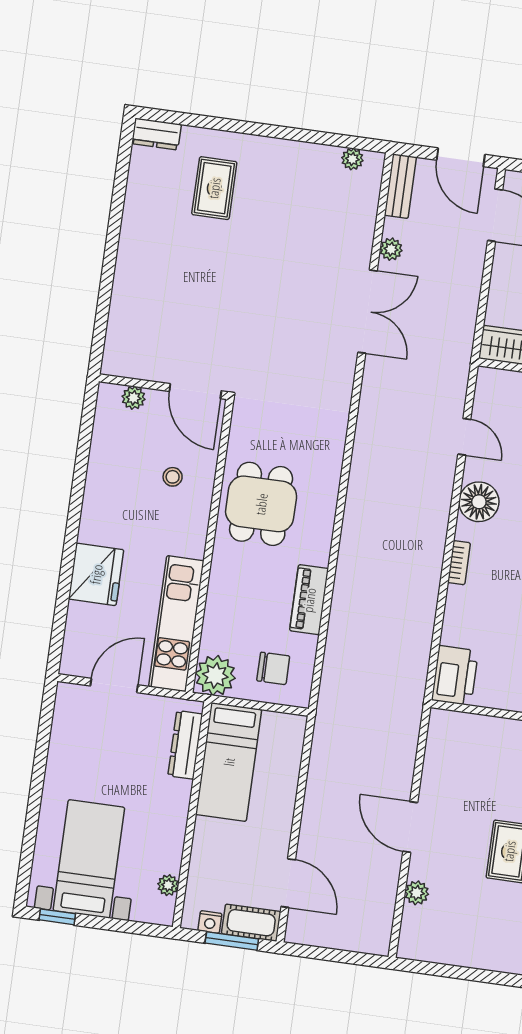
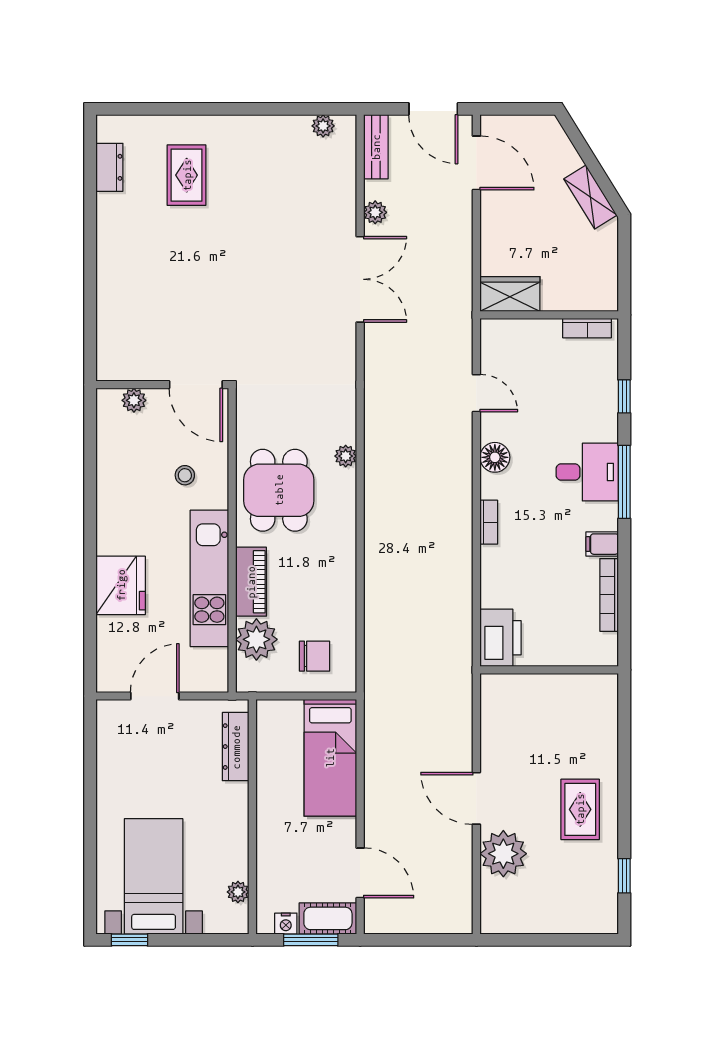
dresser: (156, 134) -> (109, 167), moved, turned -90
plant: (330, 480) -> (346, 456), added
floor lamp: (479, 502) -> (495, 457), width x0.73, depth x0.73
piano: (309, 600) -> (251, 582), moved, turned 180
kitchen unit: (176, 624) -> (209, 578), moved
plant: (215, 676) -> (256, 639), moved
bed: (229, 762) -> (330, 758), moved
plant: (417, 893) -> (503, 854), width x1.88, depth x1.88

